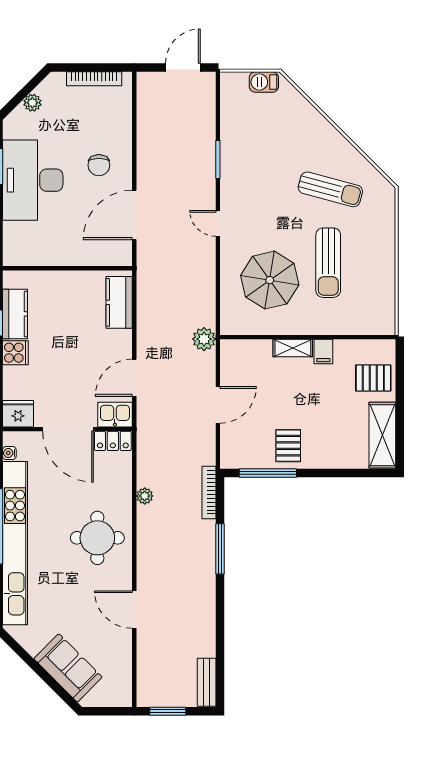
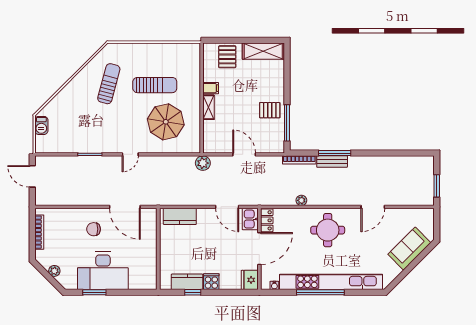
chair: (99, 165) -> (94, 229), turned 180
bench: (207, 682) -> (332, 162), moved

